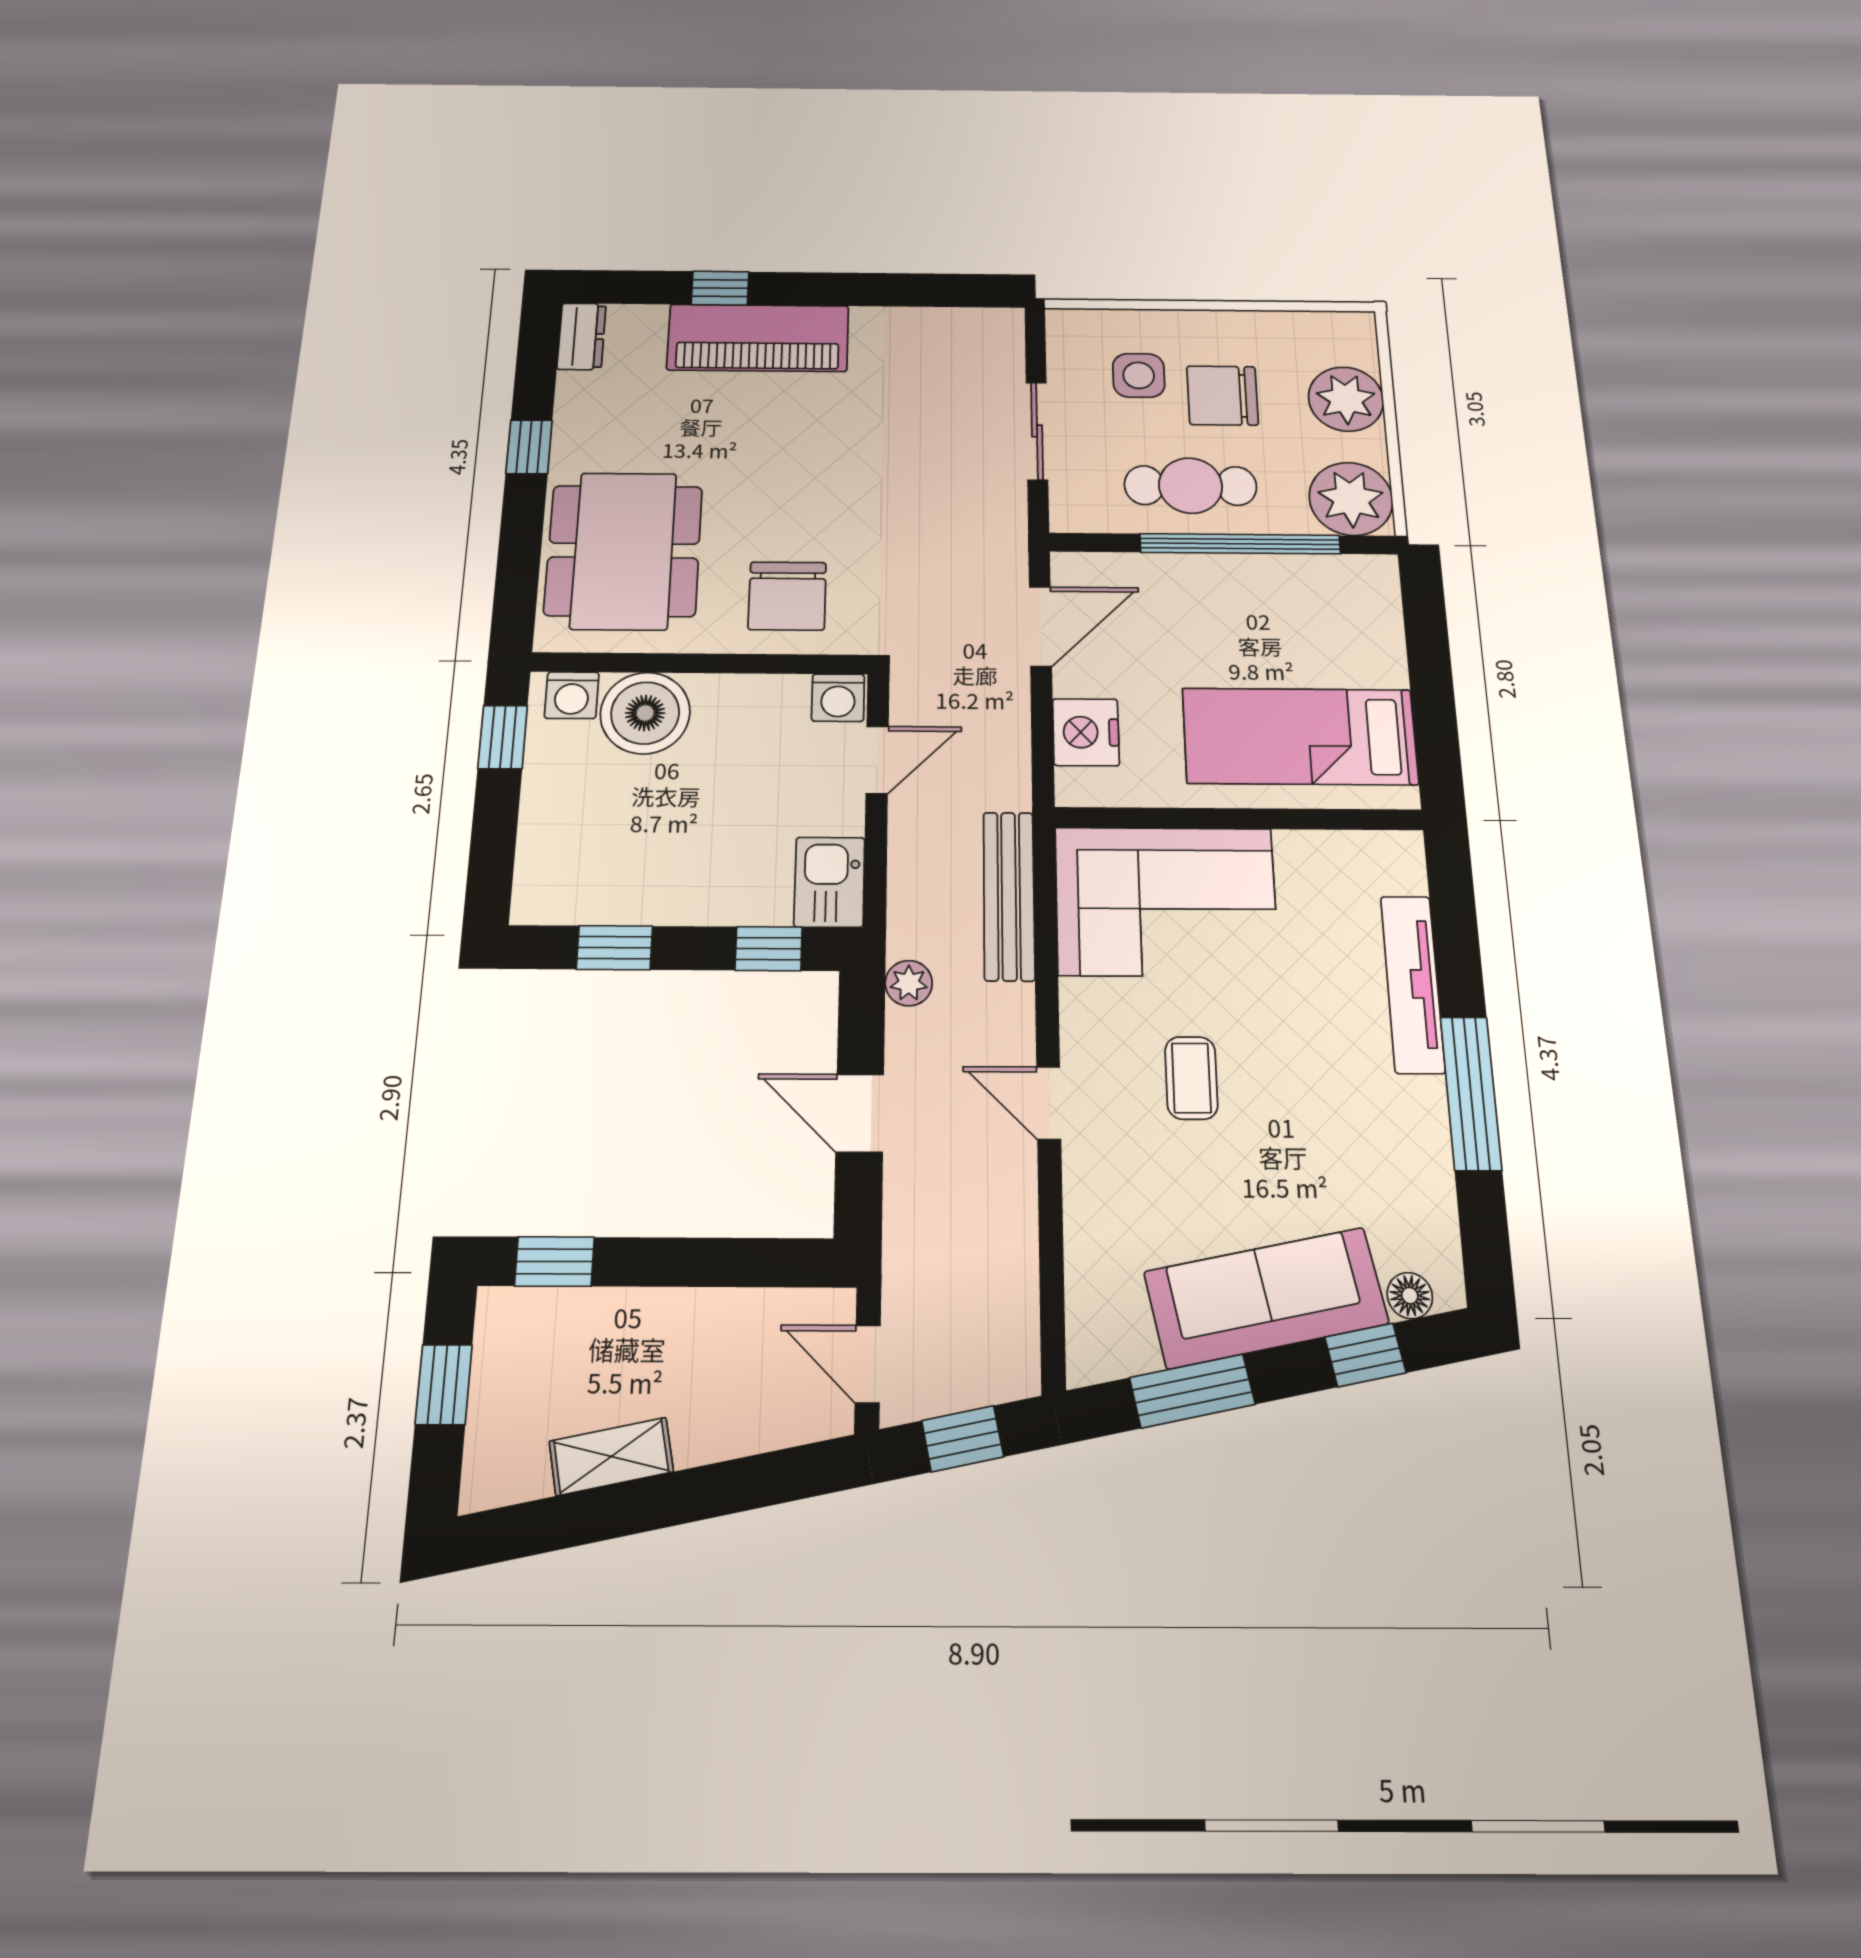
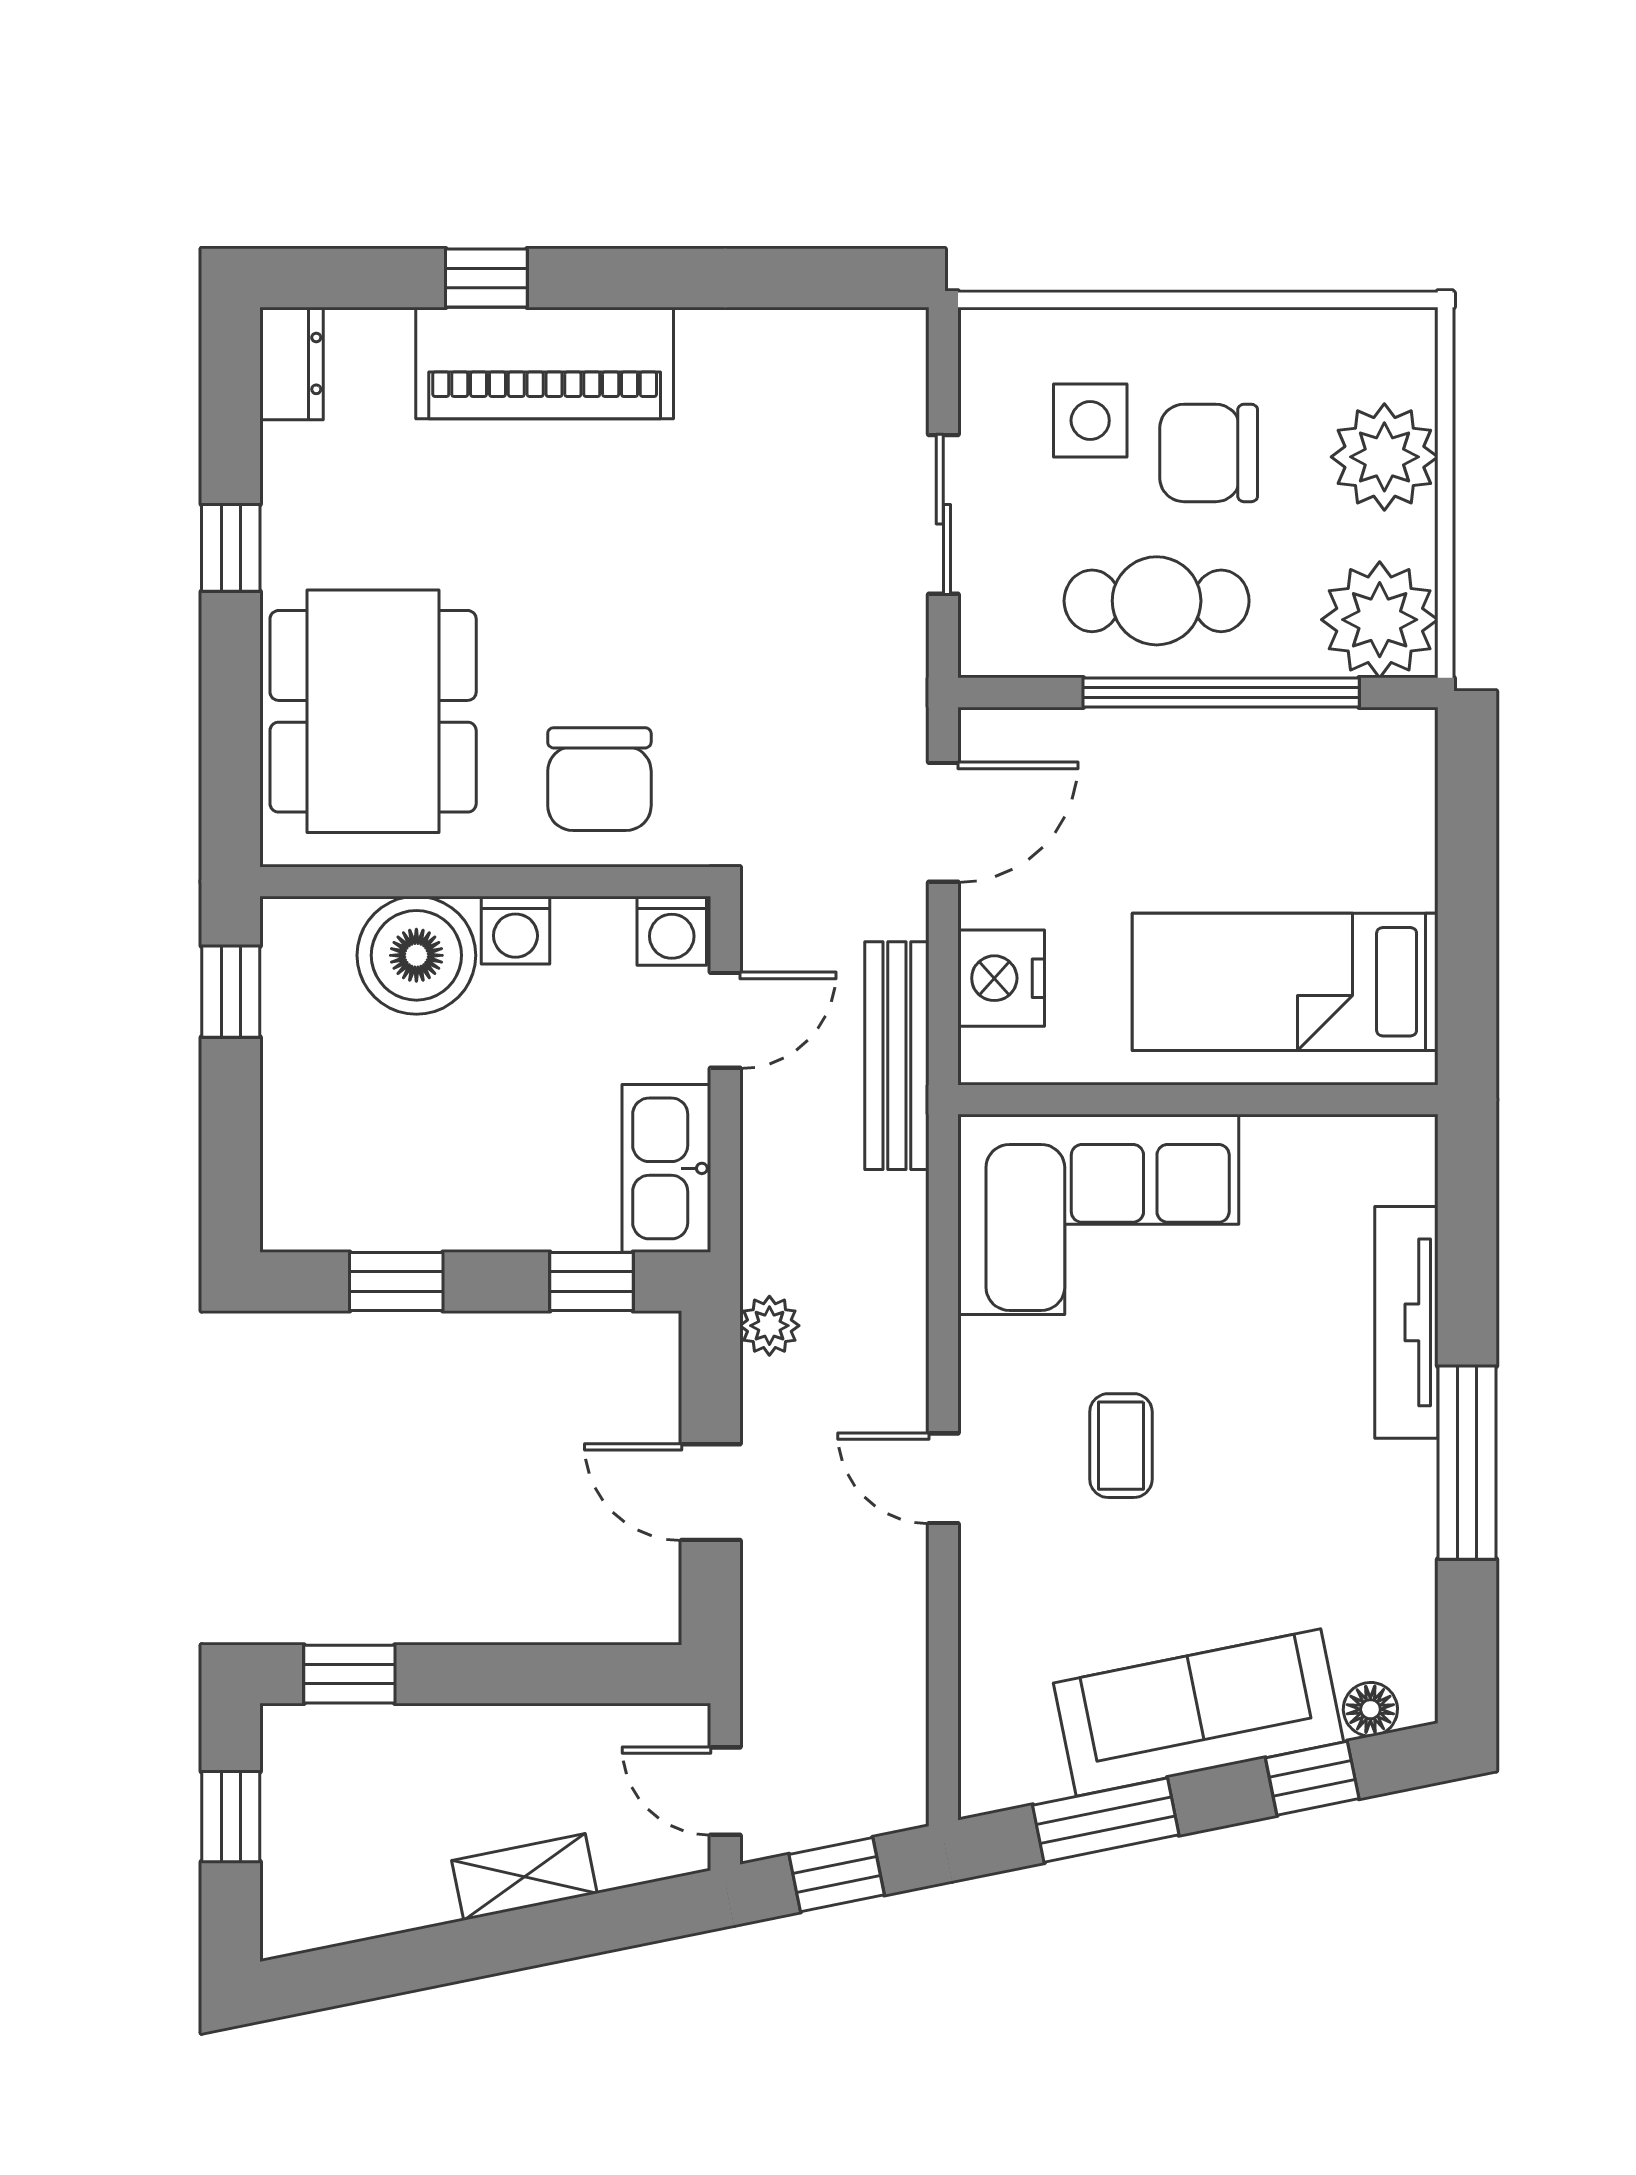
washing machine: (572, 695) -> (515, 930), moved
kitchen sink: (829, 882) -> (666, 1168), width x1.38
bench: (1009, 896) -> (897, 1056), moved
shelving: (611, 1456) -> (524, 1877), moved

